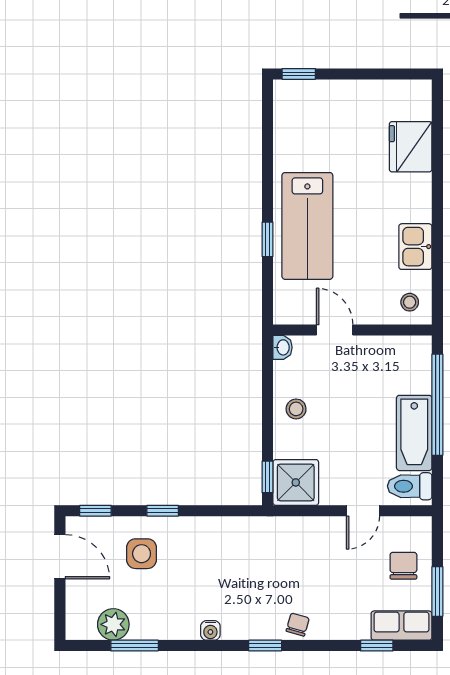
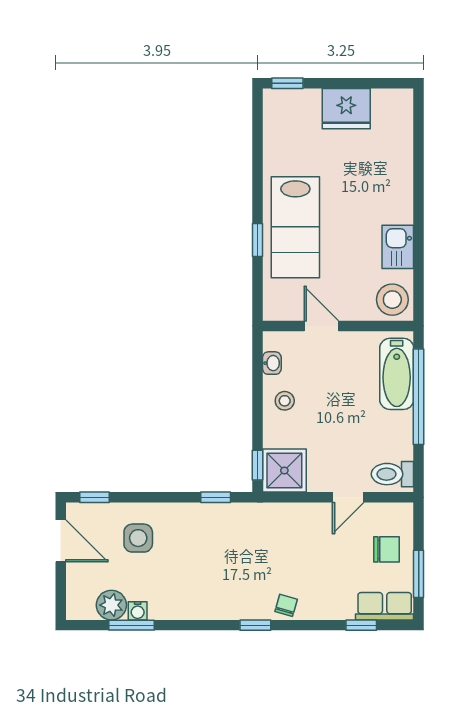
fridge: (411, 147) -> (346, 109), moved, turned -90
stool: (410, 302) -> (392, 300), width x1.89, depth x1.89
washbasin: (283, 347) -> (272, 363), moved
bathtub: (414, 433) -> (397, 374), moved
window: (163, 511) -> (216, 497), moved
chair: (403, 566) -> (386, 549), turned 90
water cooler: (210, 630) -> (138, 611), moved

